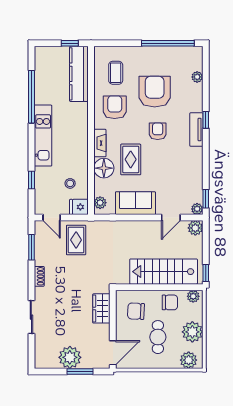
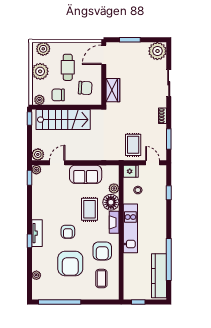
kitchen counter: (79, 74) -> (159, 276), moved, turned 180
kitchen unit: (43, 136) -> (130, 228), moved, turned 180
plant: (100, 203) -> (114, 188), moved
plant: (70, 357) -> (157, 51), moved

